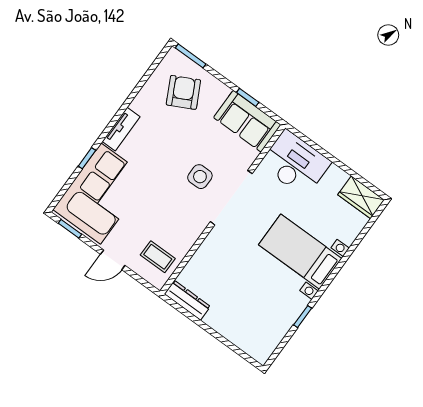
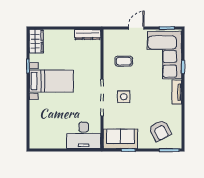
wardrobe: (361, 197) -> (36, 41), moved, turned 90
bed with nightstands: (300, 252) -> (51, 81), moved
coffee table: (158, 257) -> (124, 61), moved

